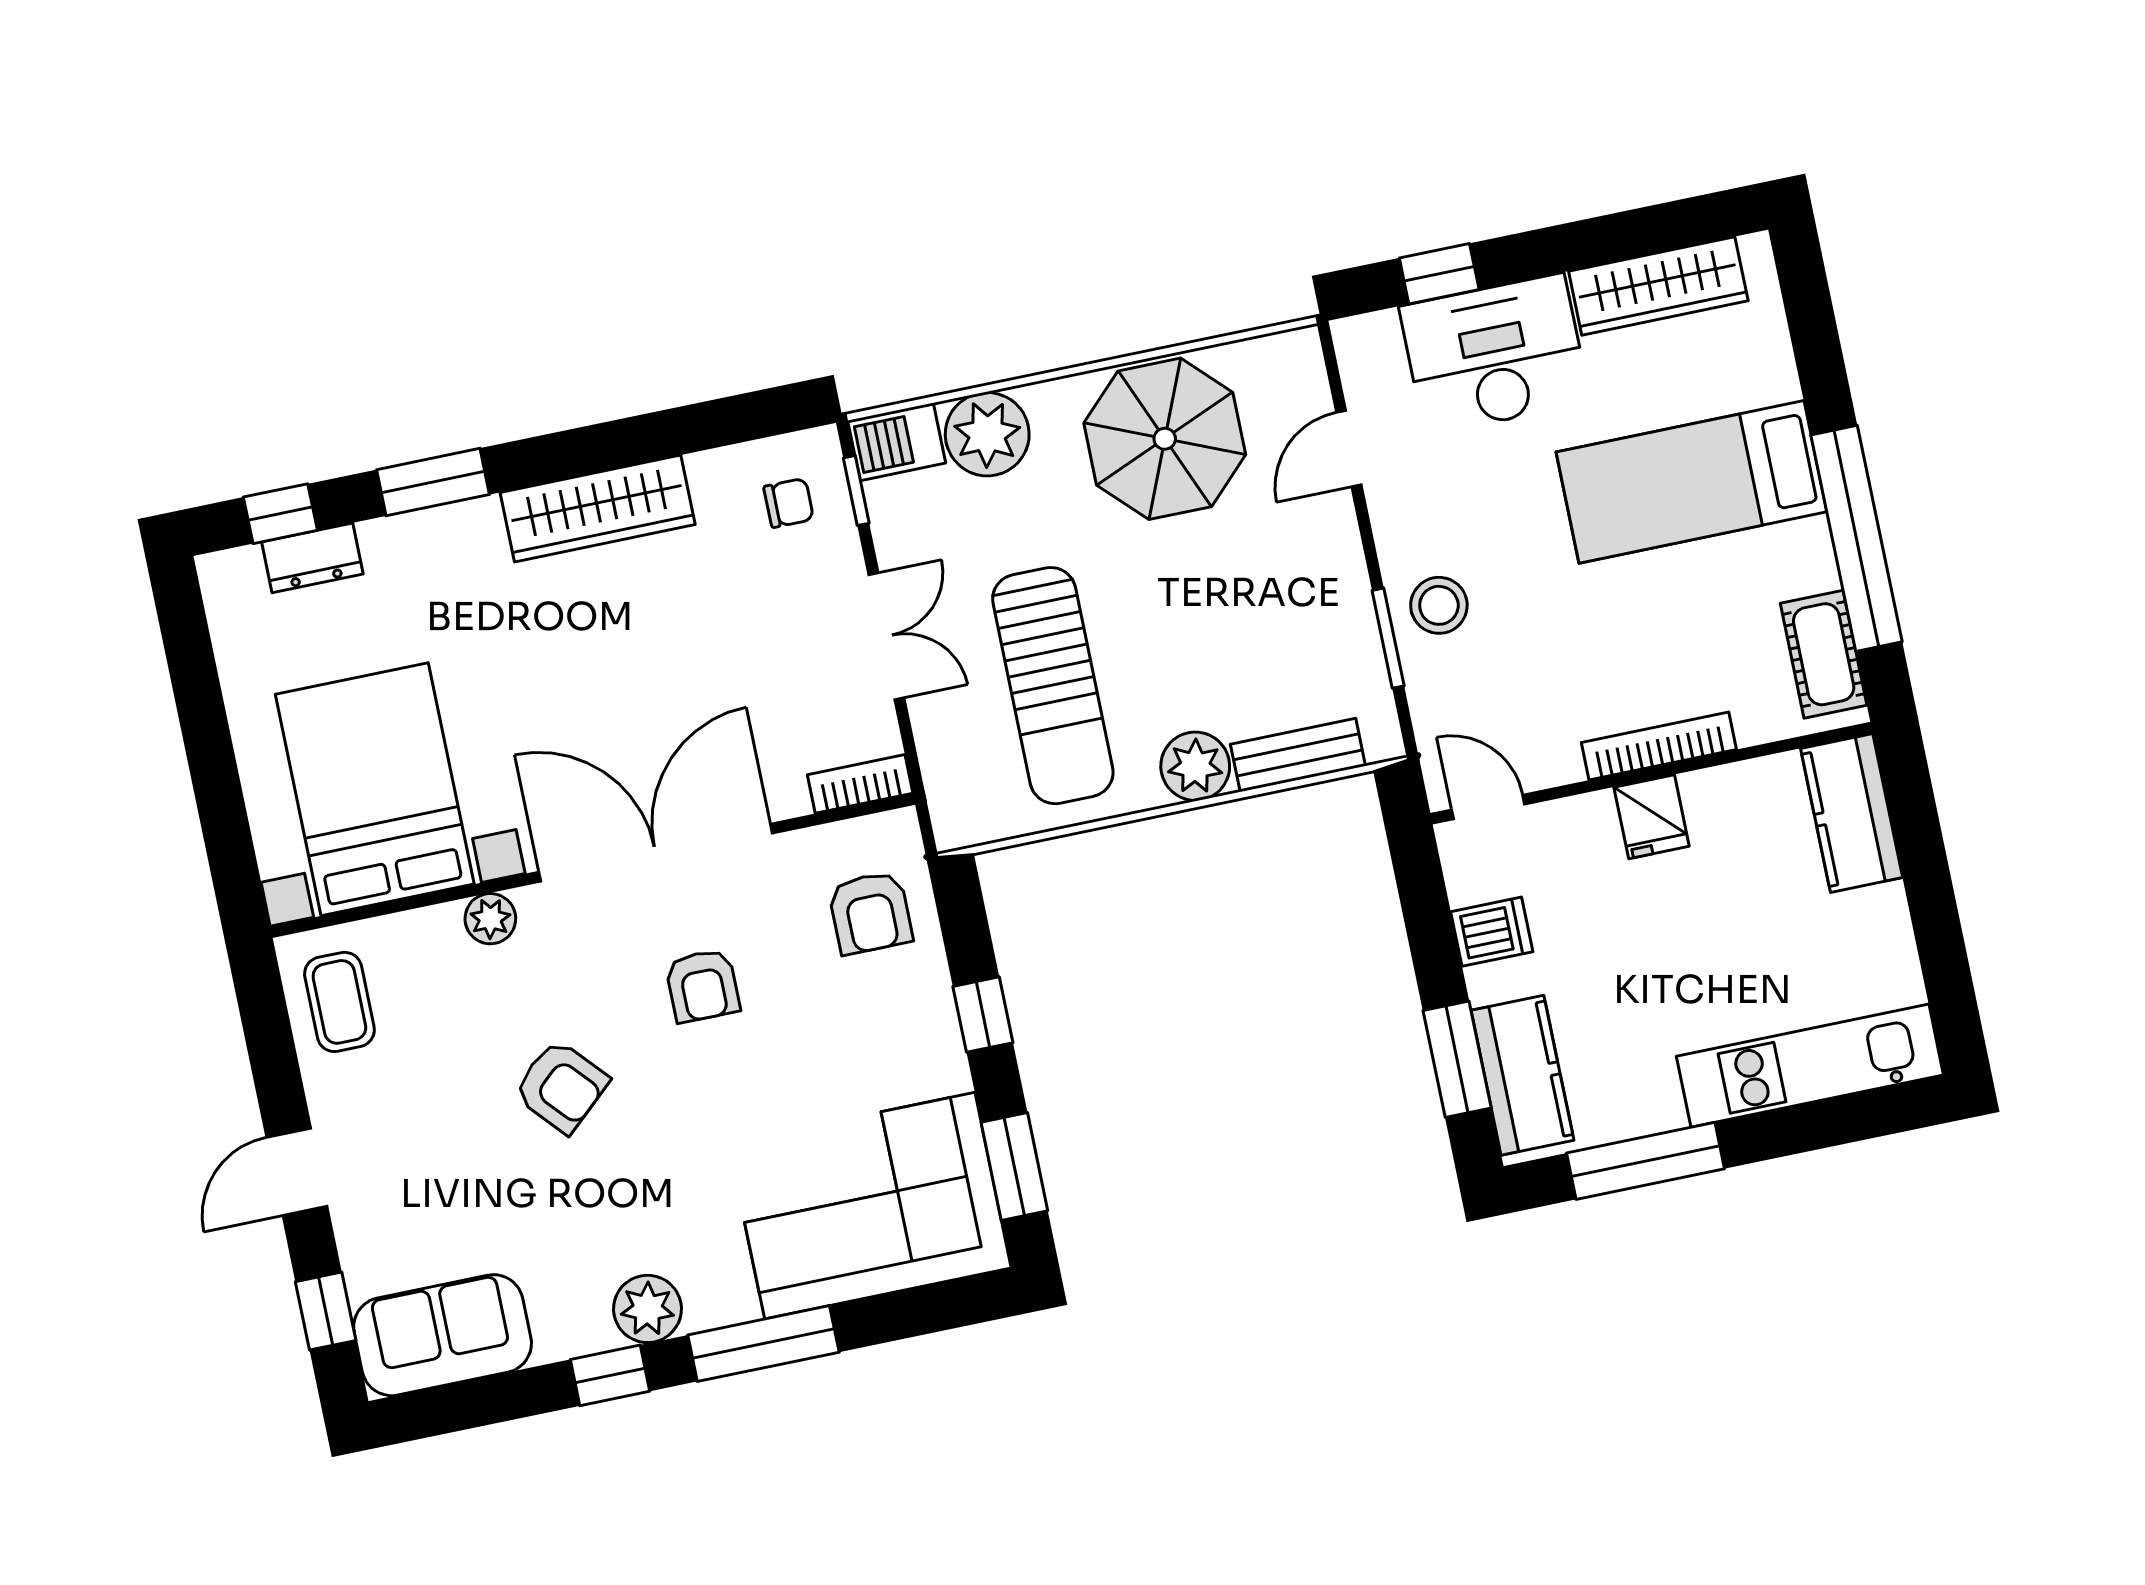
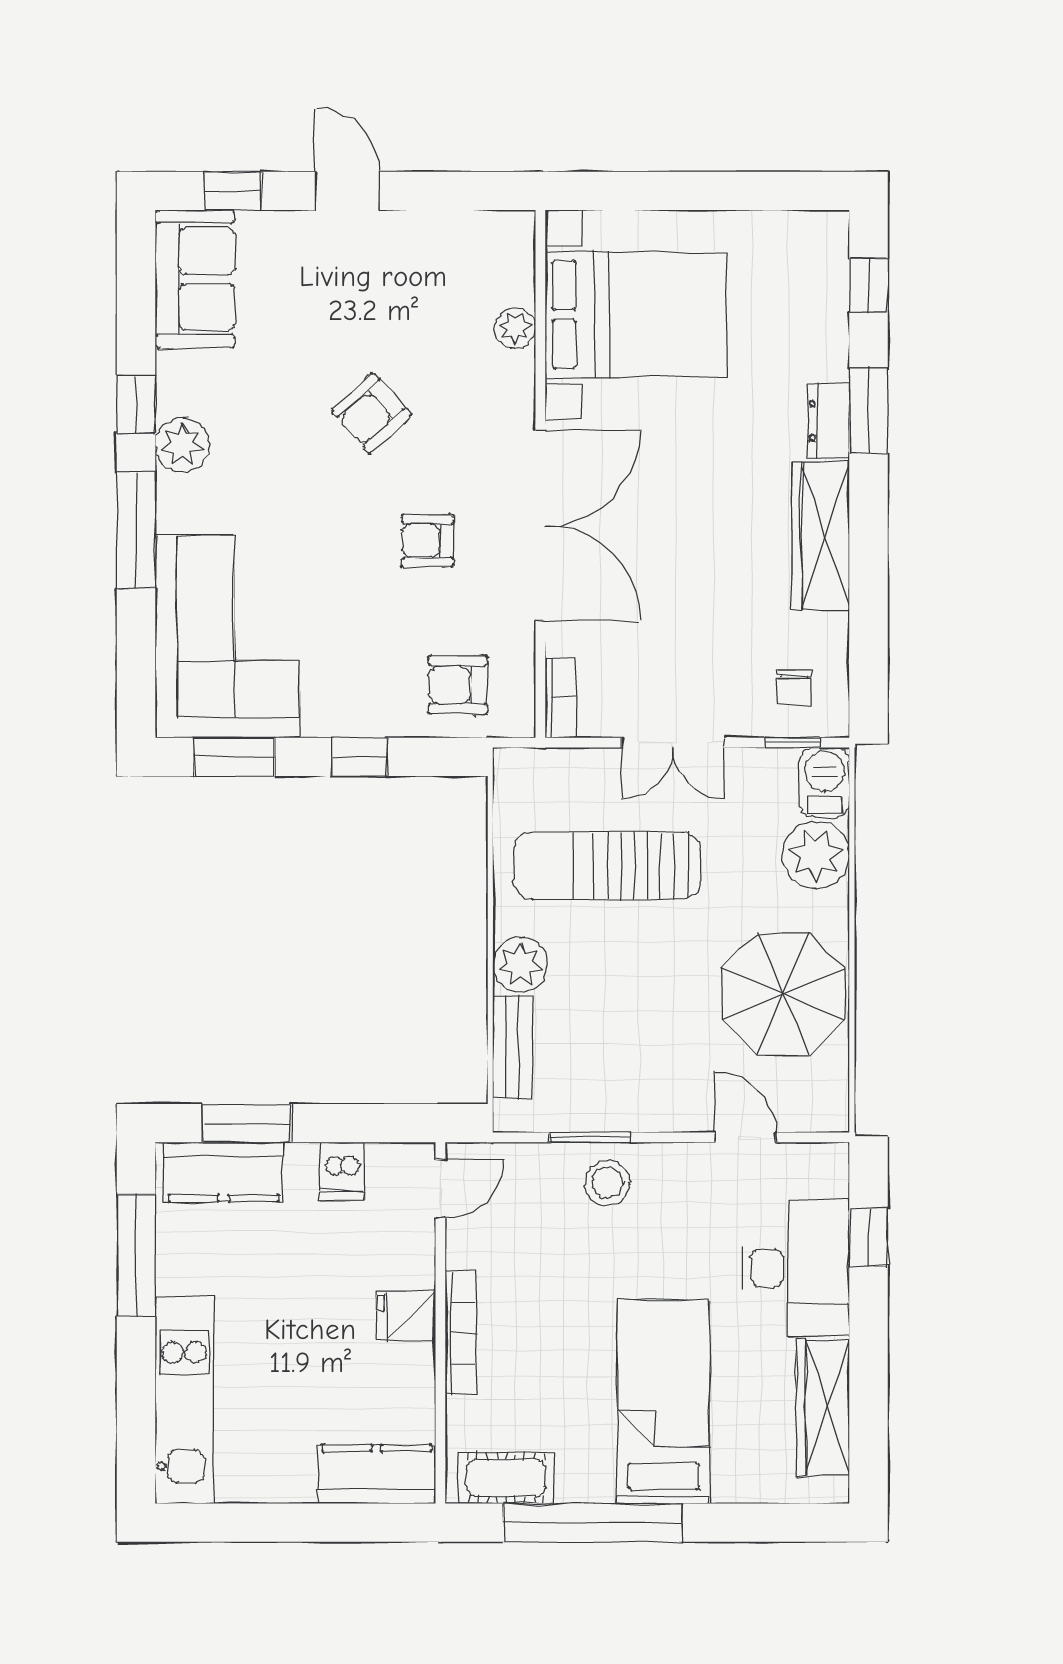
dresser: (312, 558) -> (828, 421), moved
plant: (490, 919) -> (515, 328), moved
coffee table: (339, 1002) -> (474, 252), removed

